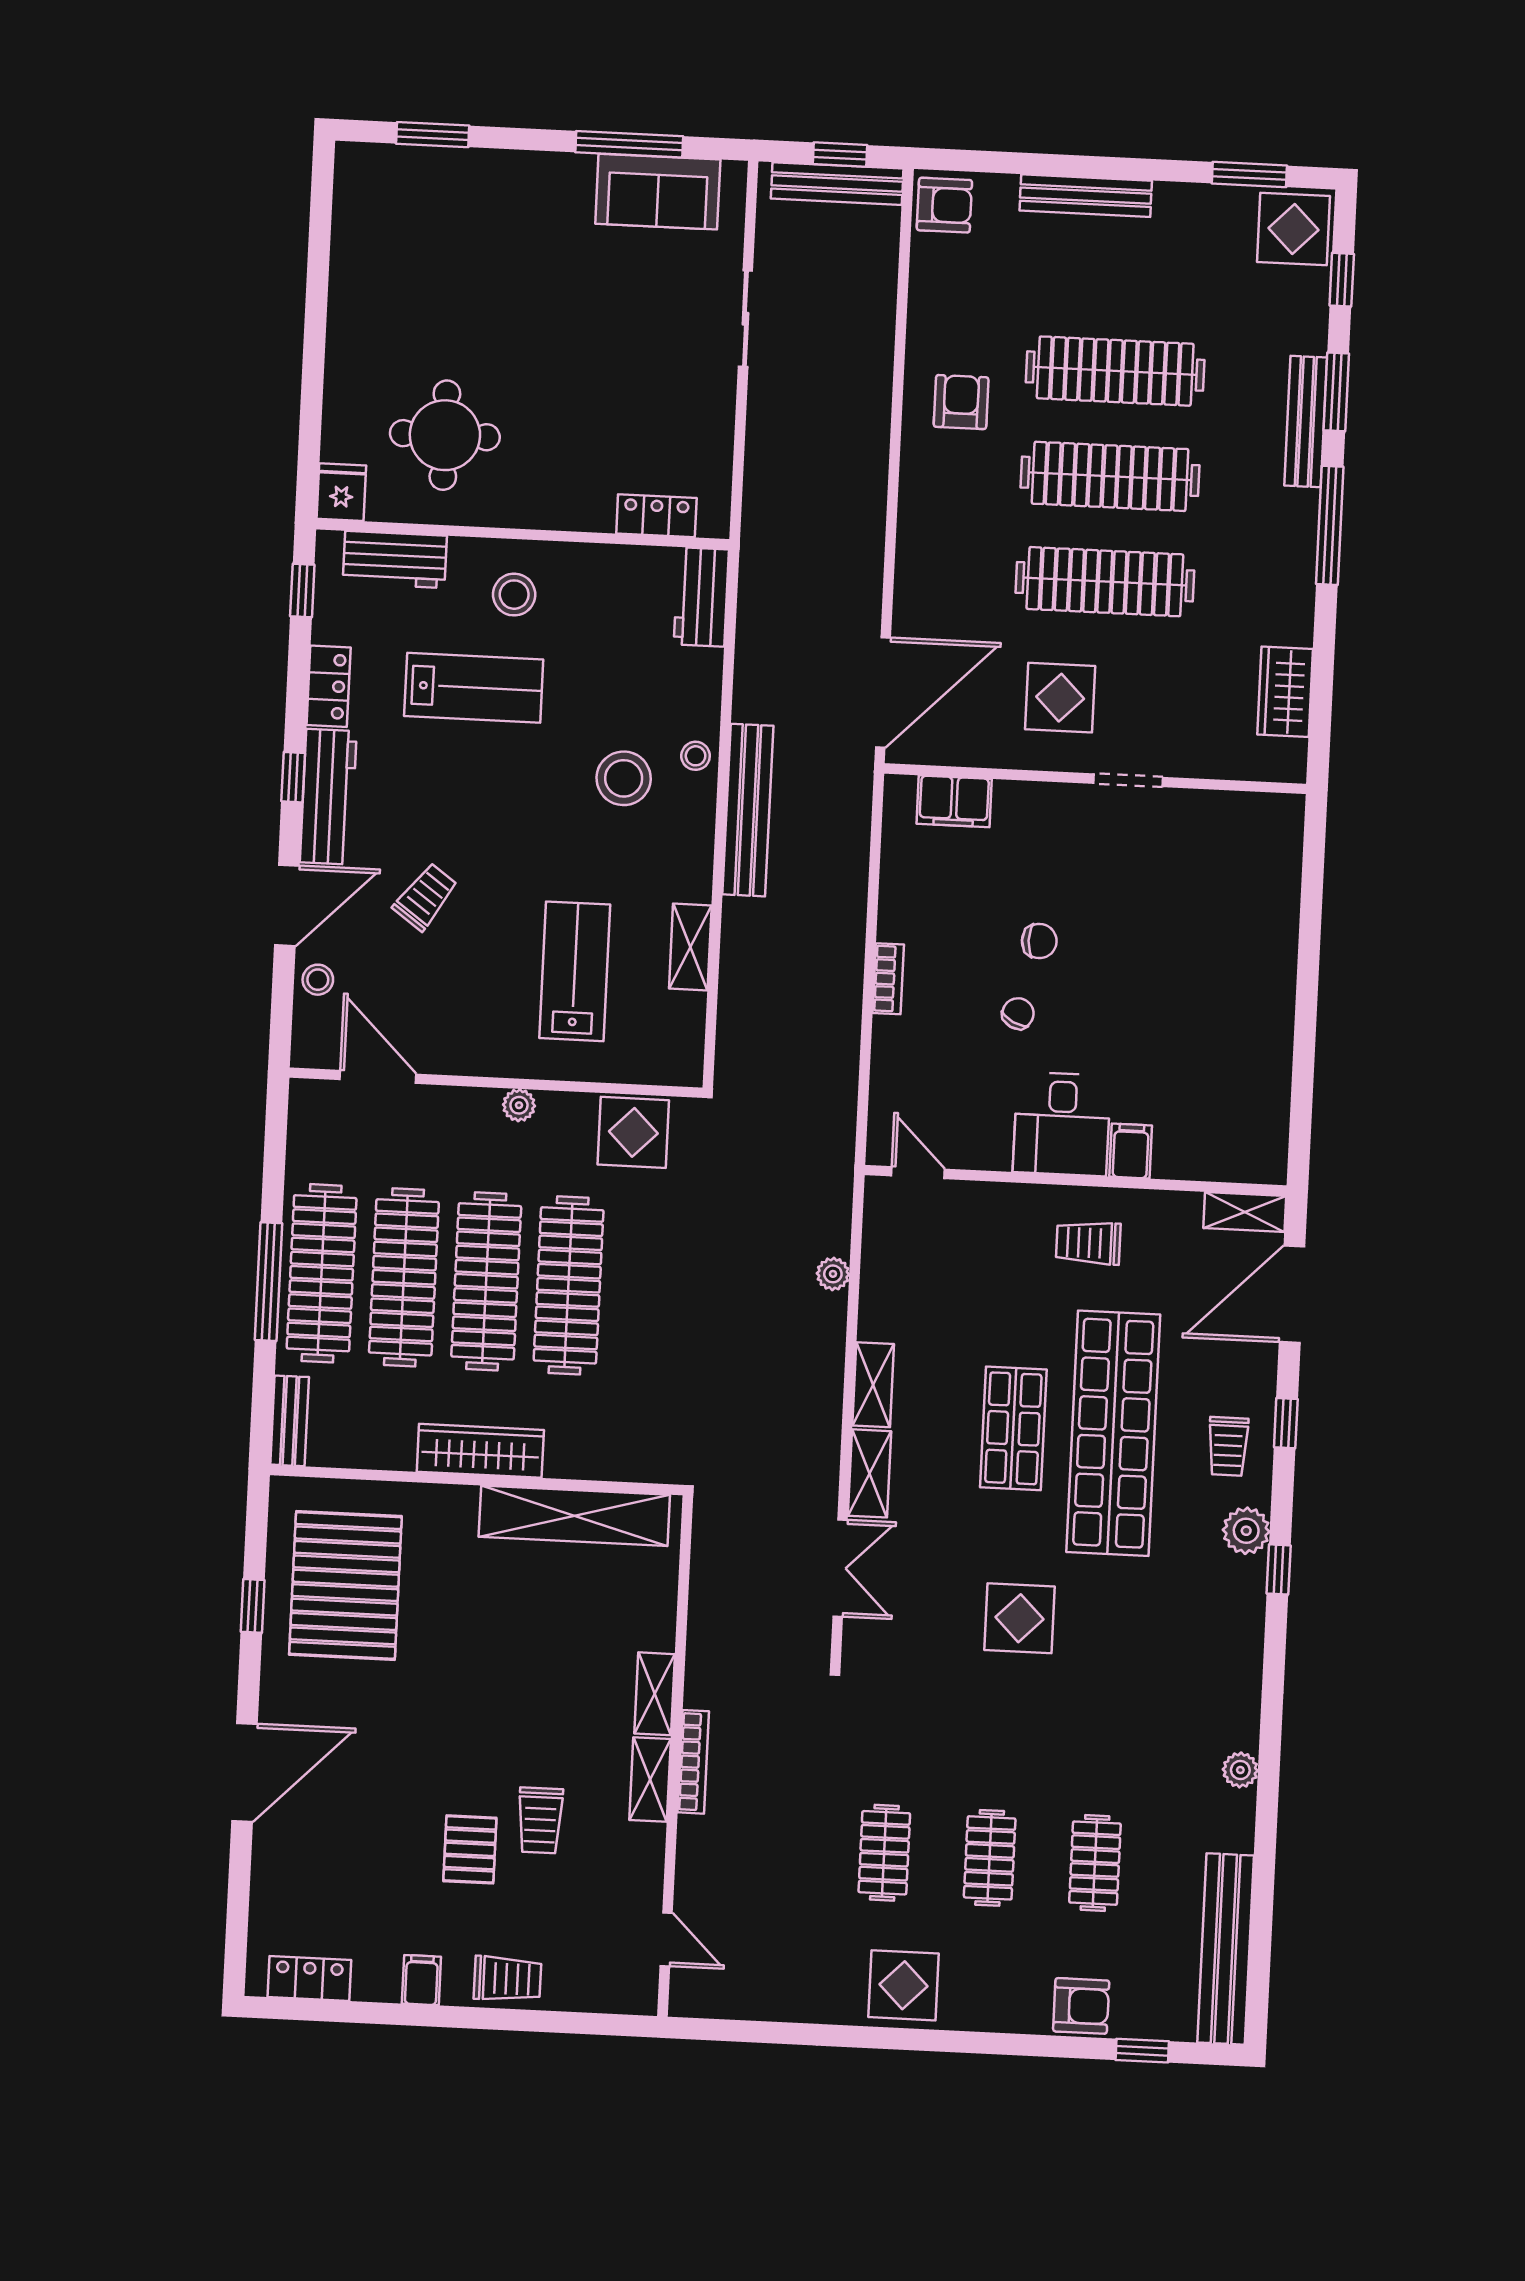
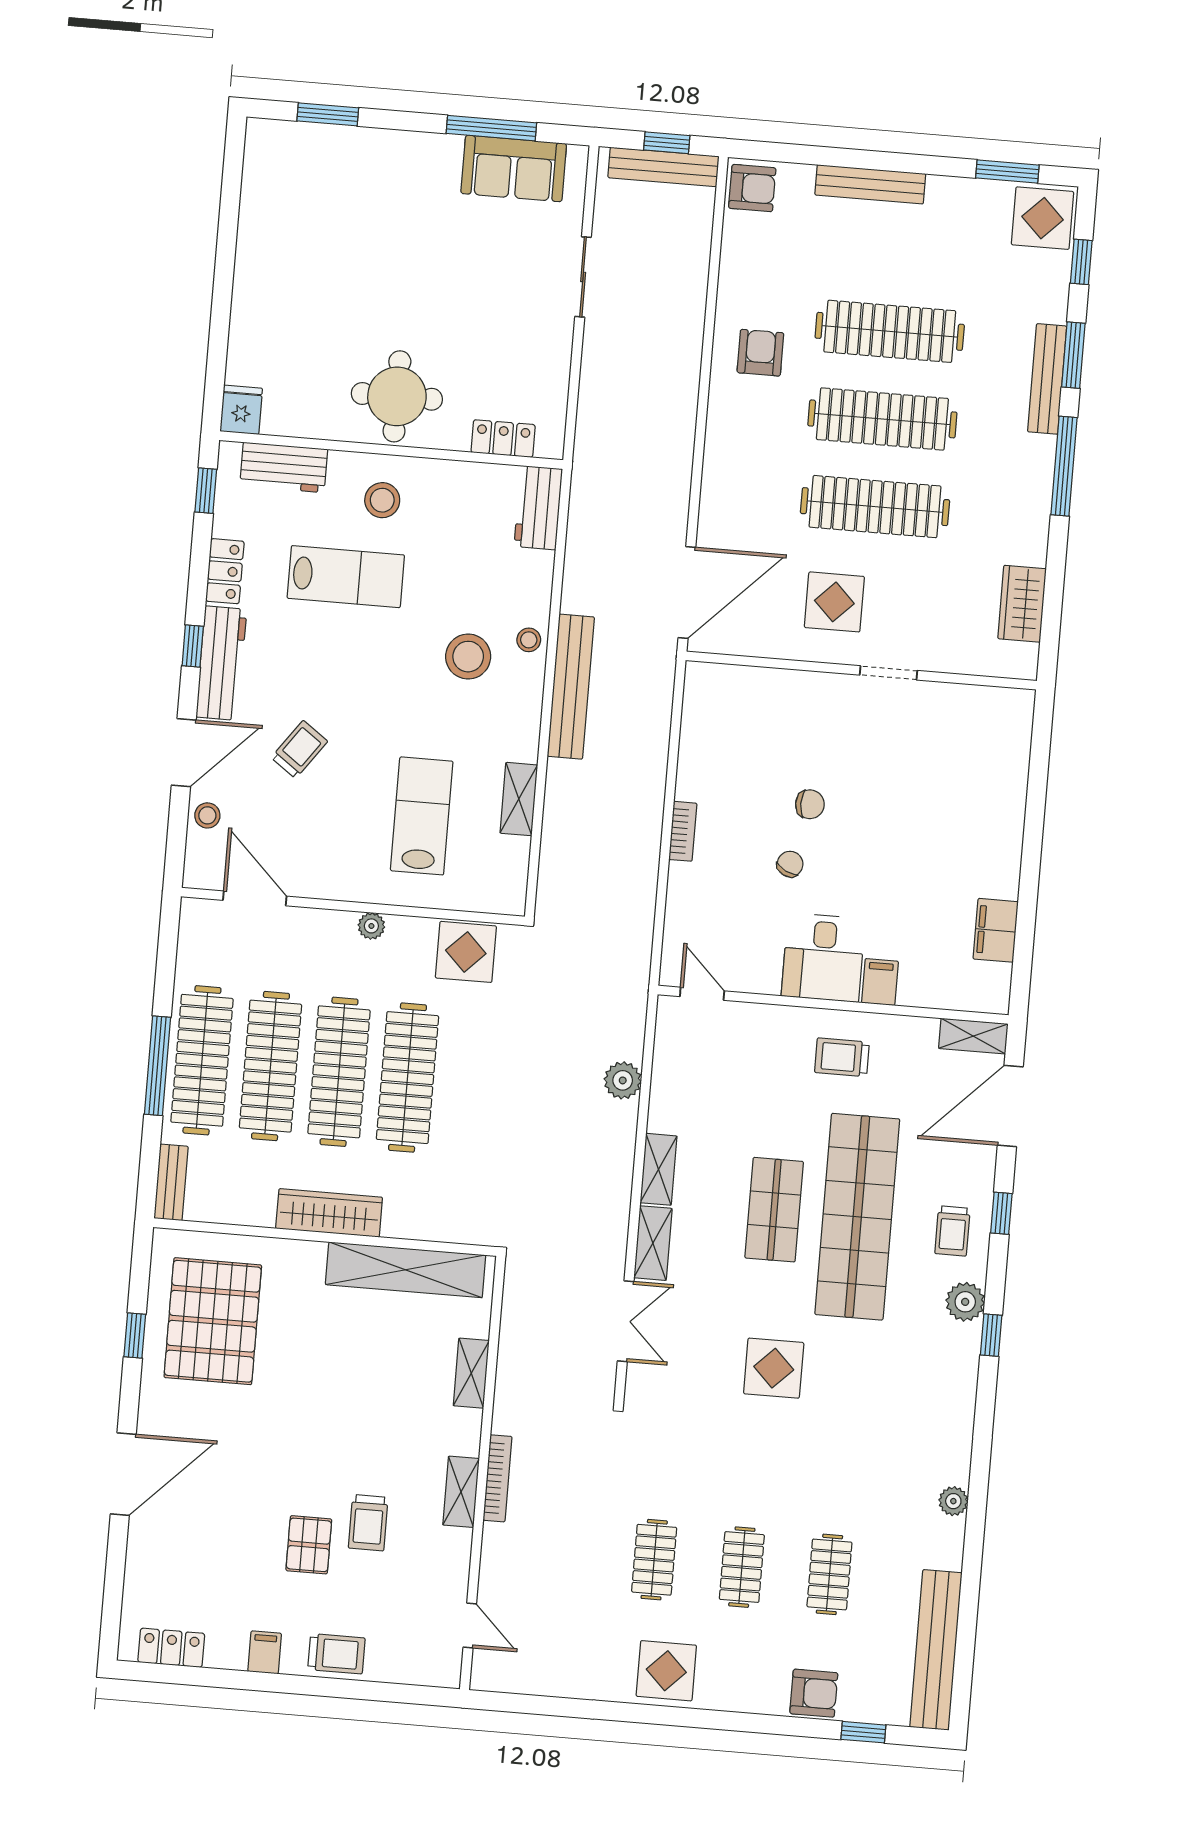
round table: (445, 435) -> (397, 396), moved
filing cabinet: (954, 801) -> (996, 930), moved, turned 90
plant: (833, 1274) -> (623, 1080), width x1.38, depth x1.38
shelving: (655, 1694) -> (471, 1373), moved

